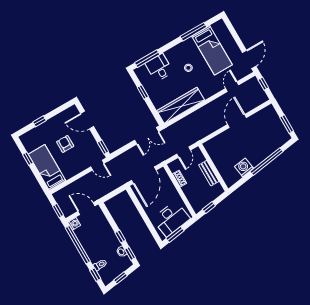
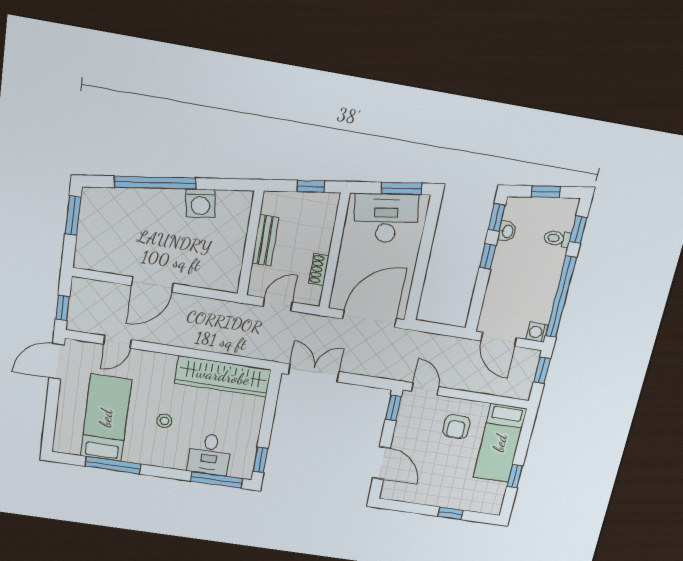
window: (143, 92) -> (260, 460), moved
armchair: (65, 144) -> (456, 427), moved

